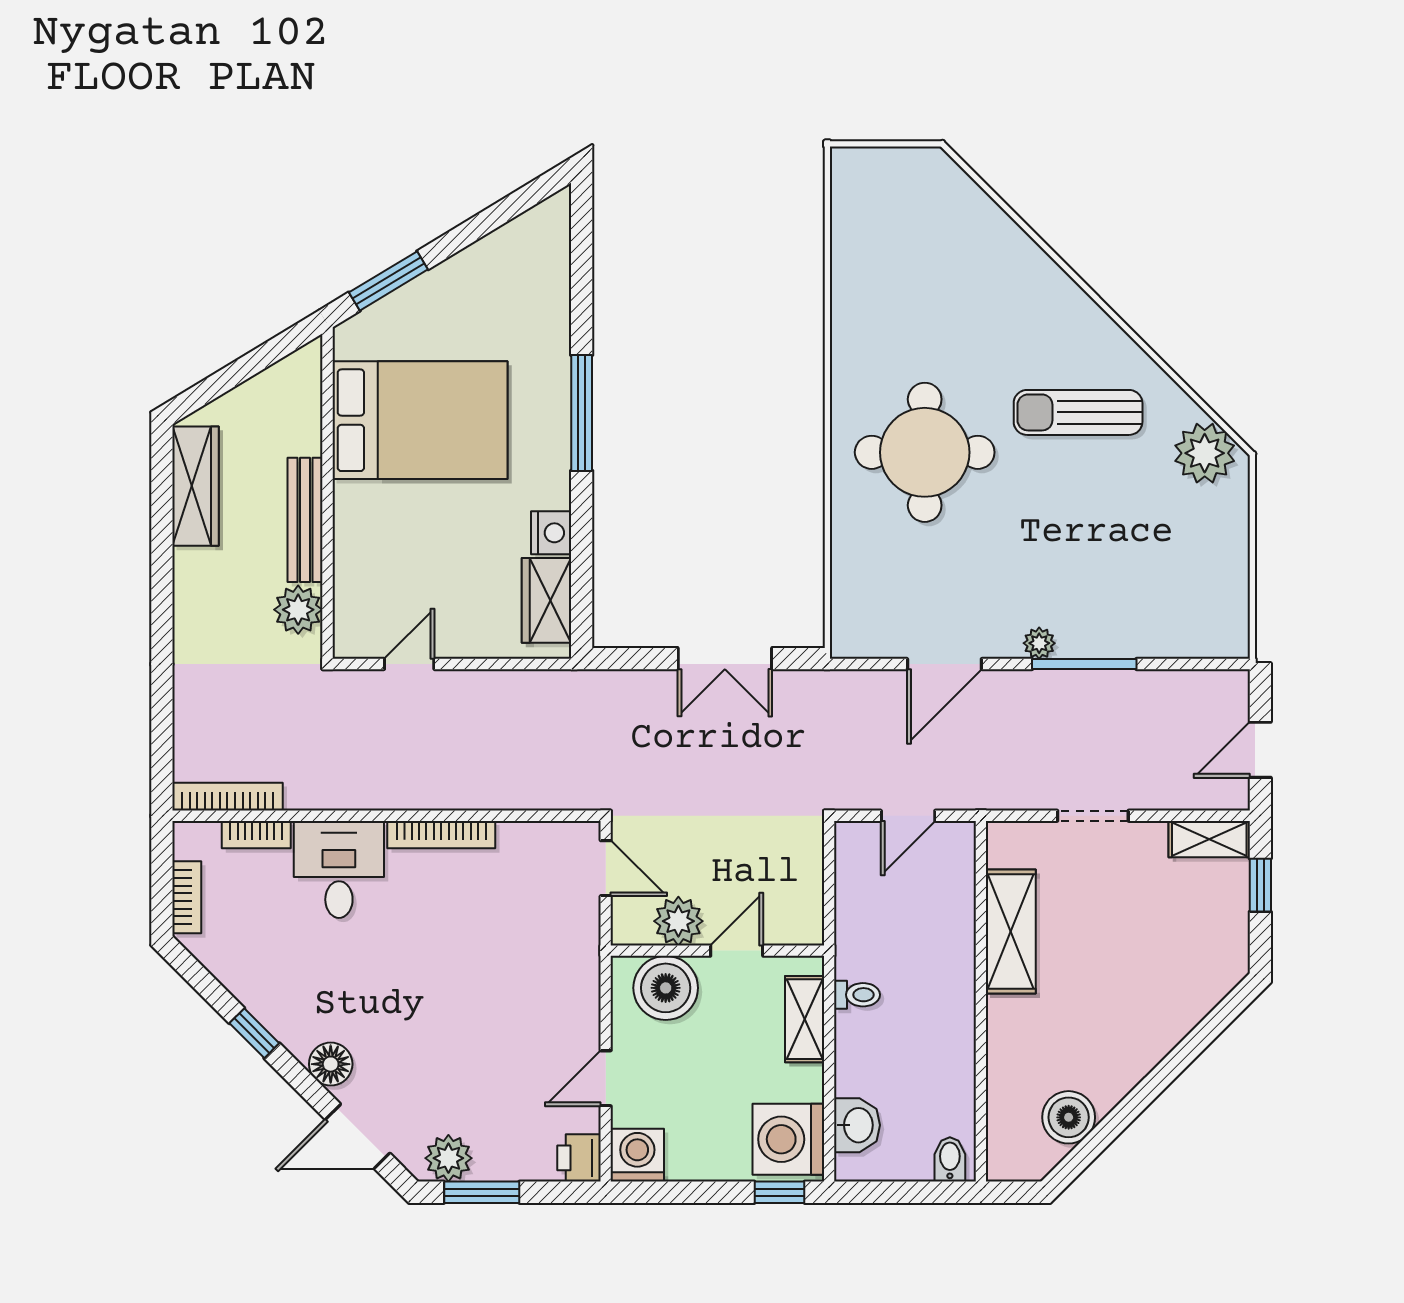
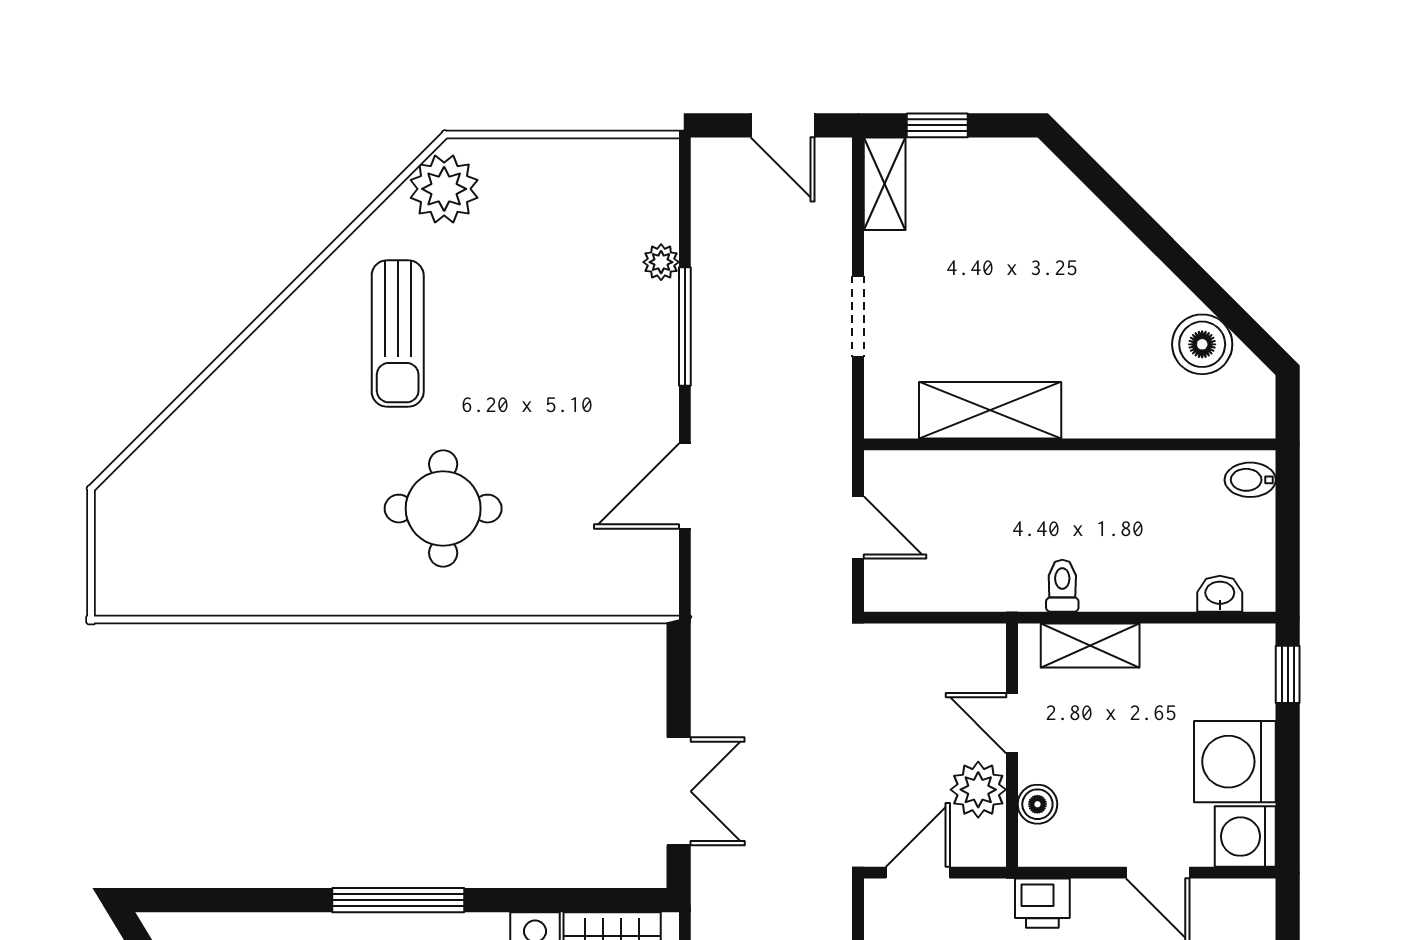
round table: (925, 452) -> (443, 509), width x0.73, depth x0.73
plant: (1039, 643) -> (661, 262), moved
double door: (725, 659) -> (679, 791), moved
door: (944, 664) -> (685, 486), swing flipped
boiler: (666, 988) -> (1037, 804), width x0.54, depth x0.54
washbasin: (857, 1125) -> (1220, 594), width x0.72, depth x0.69
washing machine: (788, 1139) -> (1235, 762), moved, turned 90
printer: (579, 1158) -> (1042, 903), moved

